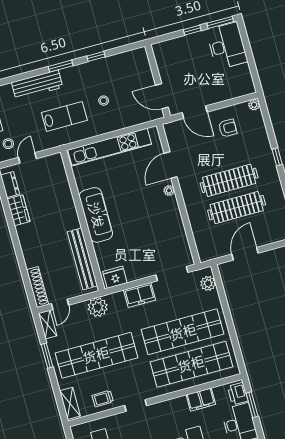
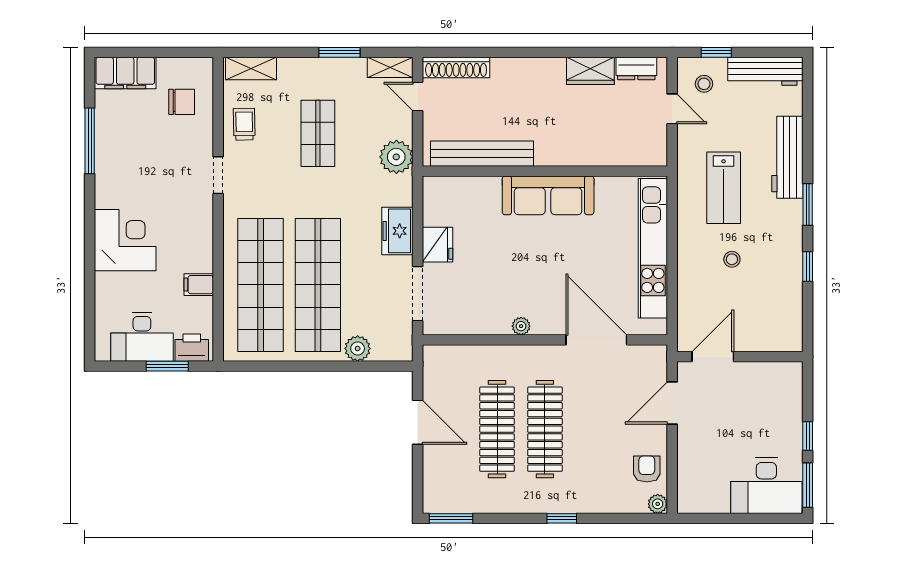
armchair: (228, 128) -> (647, 469), moved, turned 180
door: (170, 165) -> (596, 340), width x1.36
plant: (169, 191) -> (521, 326), moved
fridge: (115, 277) -> (438, 245), moved
plant: (208, 283) -> (358, 348), moved
shop shelf: (96, 355) -> (318, 133), width x0.50, depth x0.74
filing cabinet: (201, 400) -> (199, 285), width x0.50

